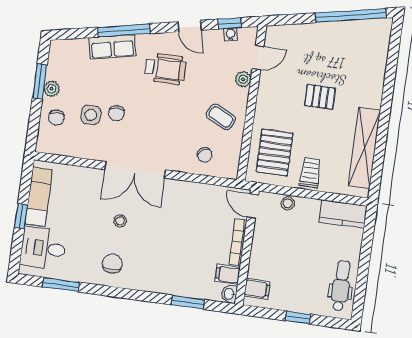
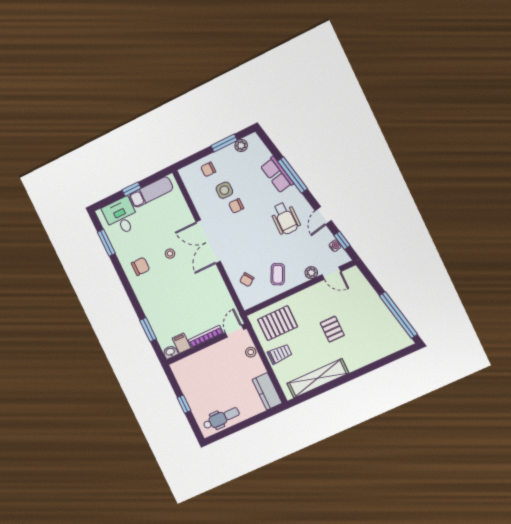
plant: (52, 89) -> (241, 146), moved
filing cabinet: (257, 289) -> (185, 367), removed

